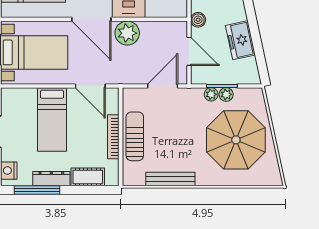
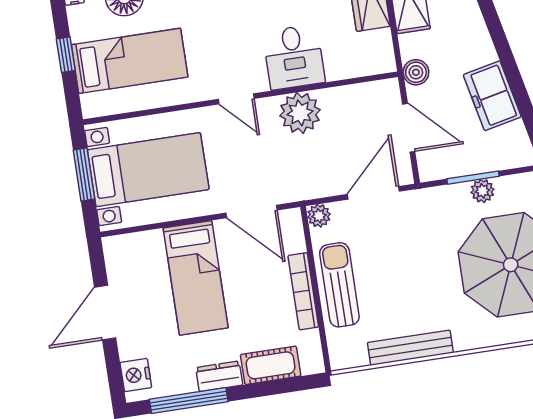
door: (91, 19) -> (236, 99), width x0.53
plant: (211, 94) -> (319, 216), moved
dresser: (51, 179) -> (219, 376), width x0.70

